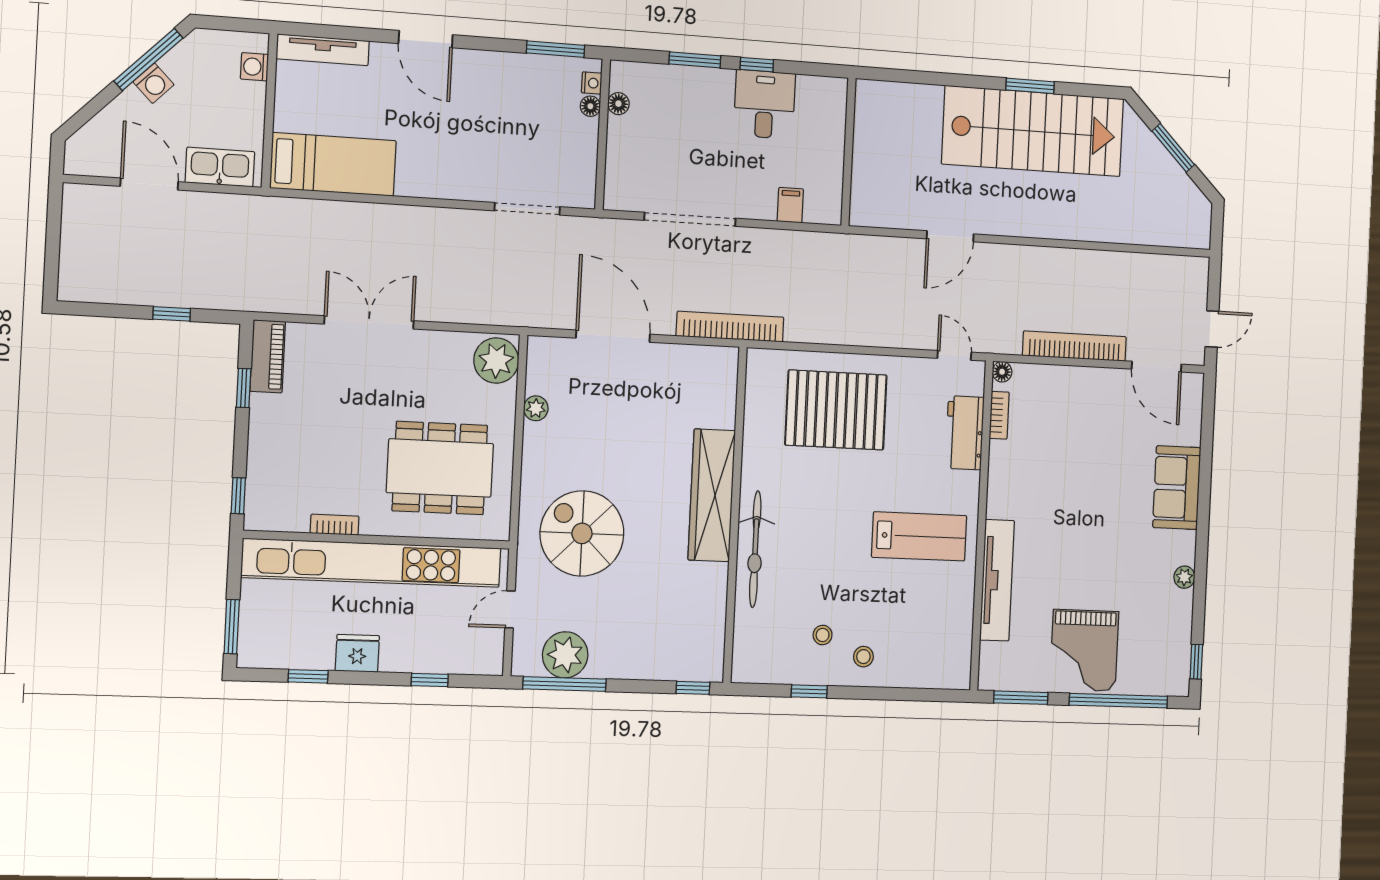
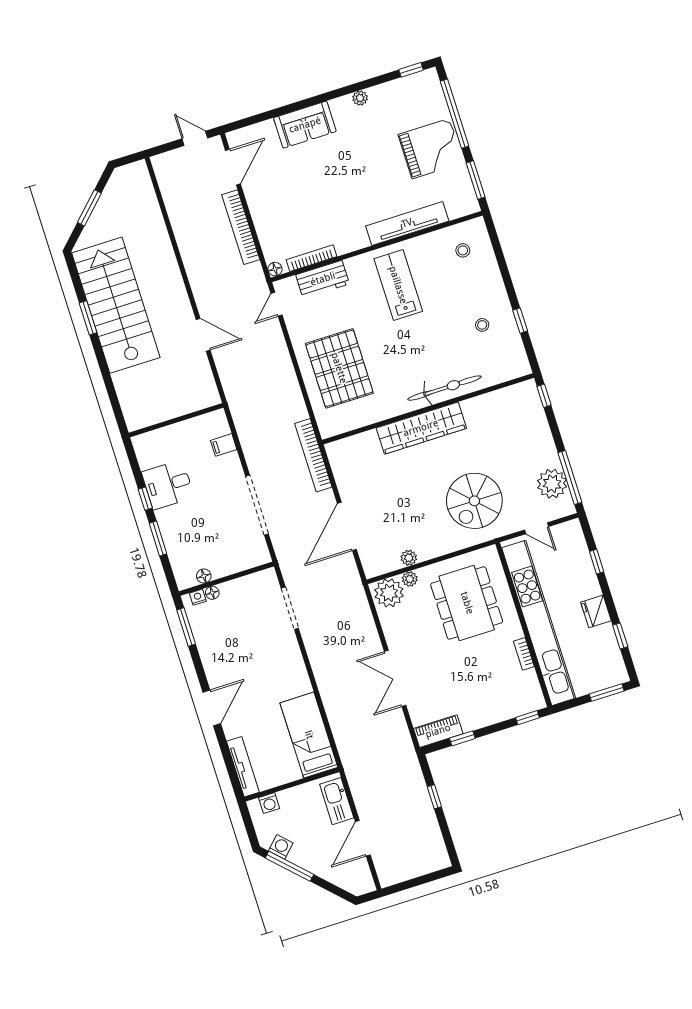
washing machine: (154, 83) -> (281, 847), moved
plant: (505, 398) -> (410, 579), added
bookcase: (999, 415) -> (311, 258), width x1.56
stool: (863, 657) -> (463, 250), moved

